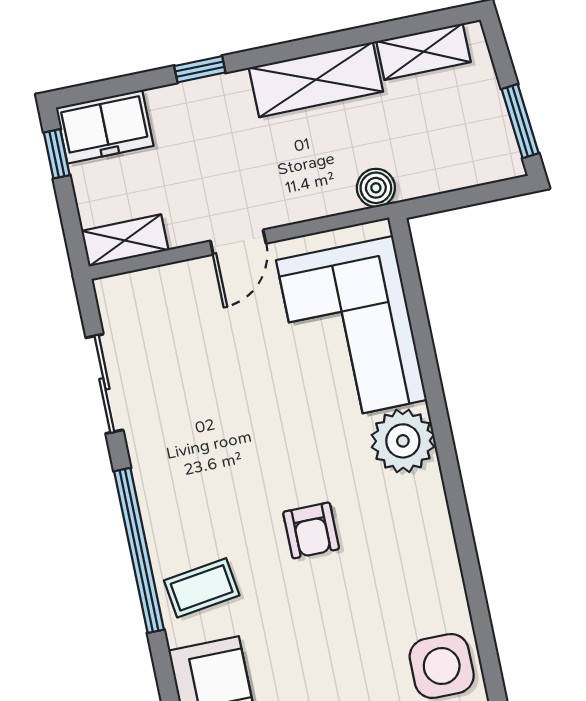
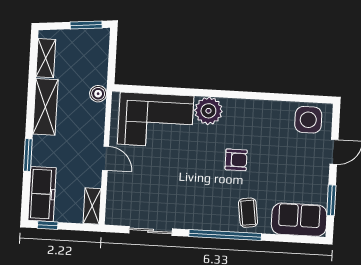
window: (200, 69) -> (28, 155), width x1.50
freezer: (105, 127) -> (42, 194), width x1.40

